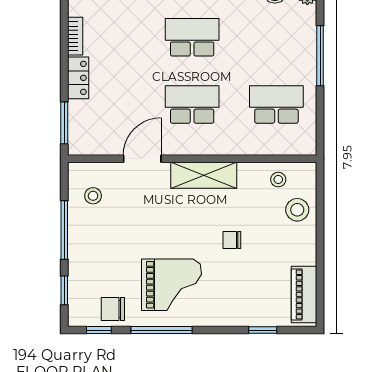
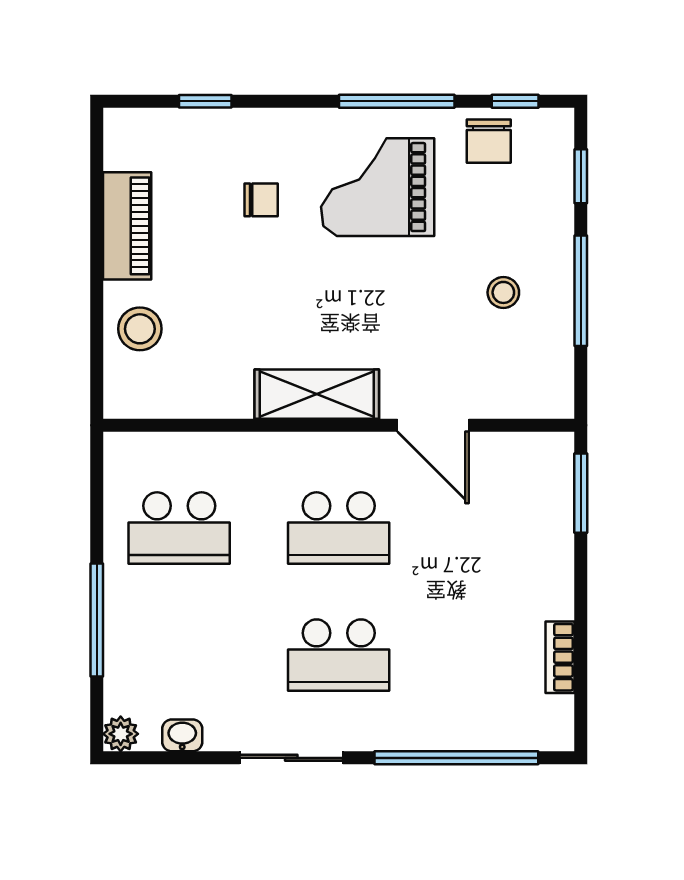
locker: (78, 78) -> (554, 578), removed
door: (142, 159) -> (433, 425), hinge flipped
stool: (278, 180) -> (176, 386), removed
stool: (93, 196) -> (503, 292), moved
chair: (232, 240) -> (261, 200), moved
piano: (304, 294) -> (127, 226), moved
chair: (113, 309) -> (489, 141), turned 90

